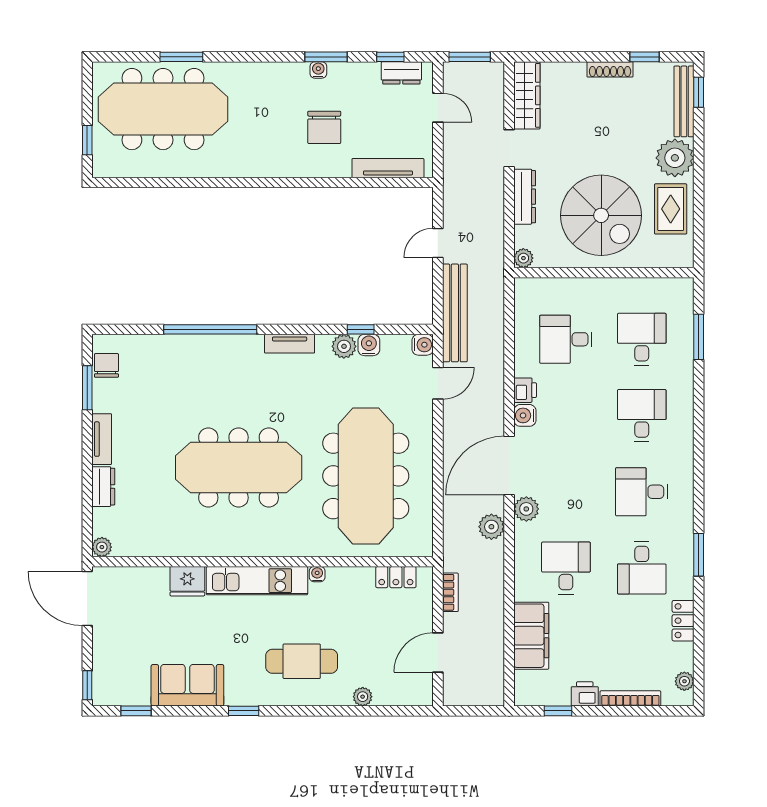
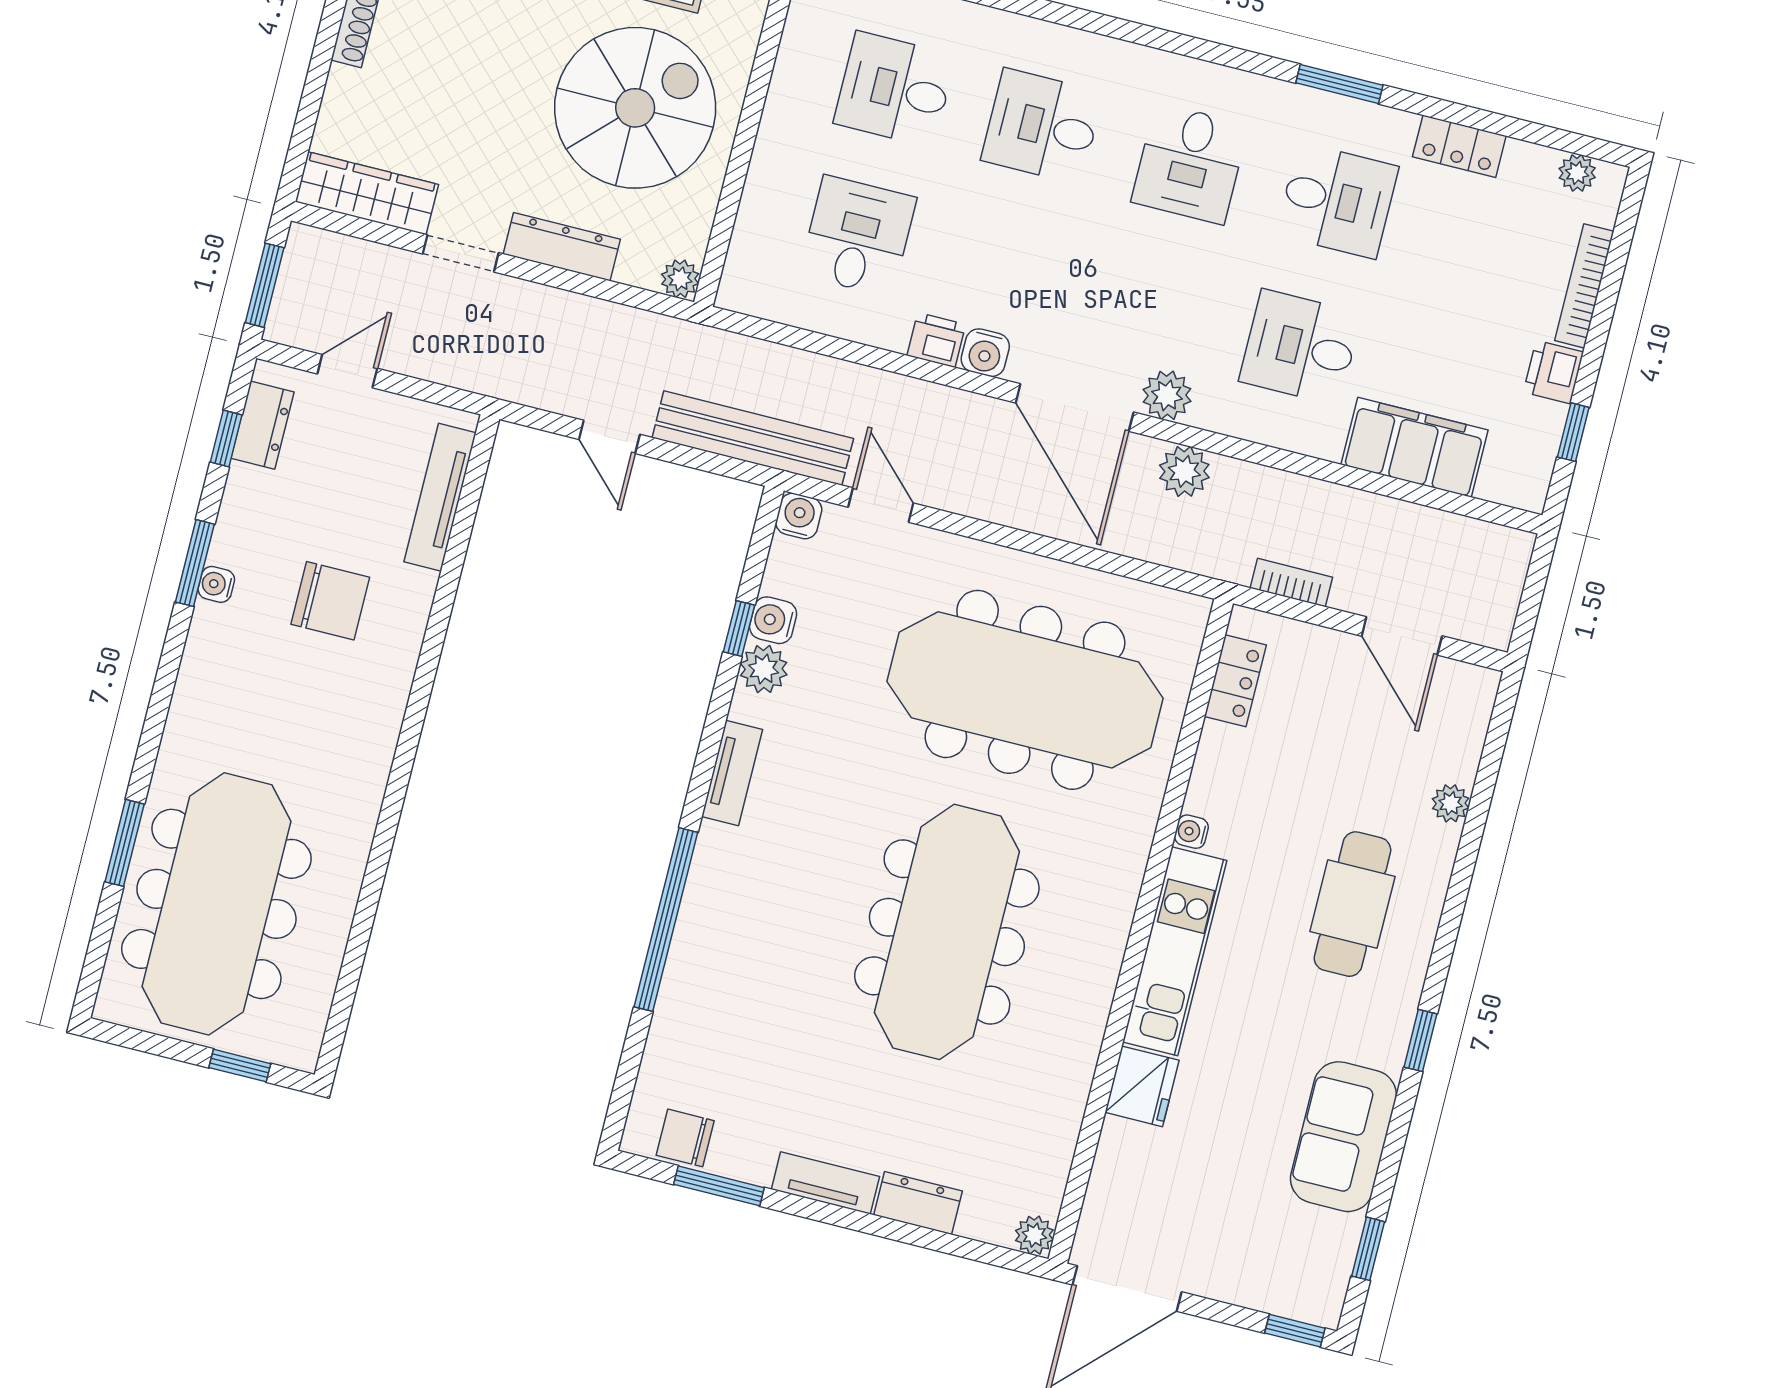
desk: (566, 339) -> (858, 236), turned 180

